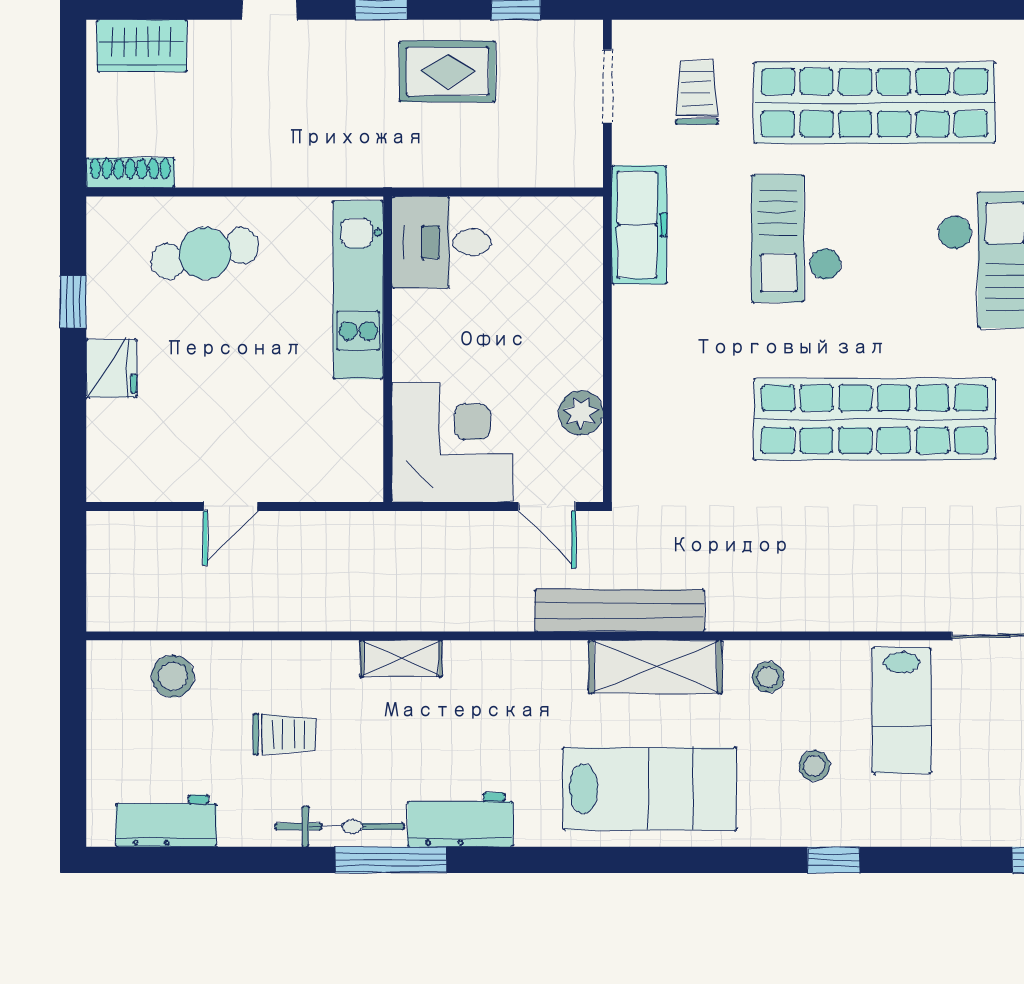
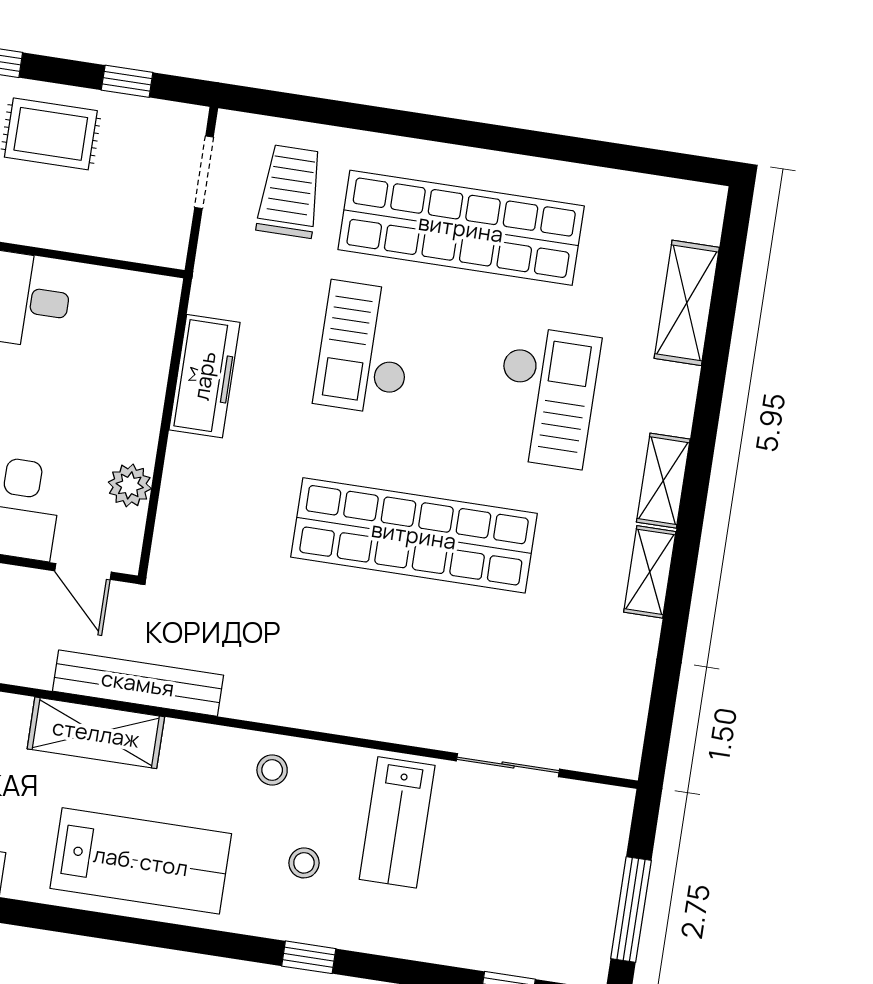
trolley: (697, 92) -> (290, 191), width x1.36, depth x1.39
freezer: (639, 225) -> (204, 376), moved
shelving: (655, 667) -> (96, 733), moved

